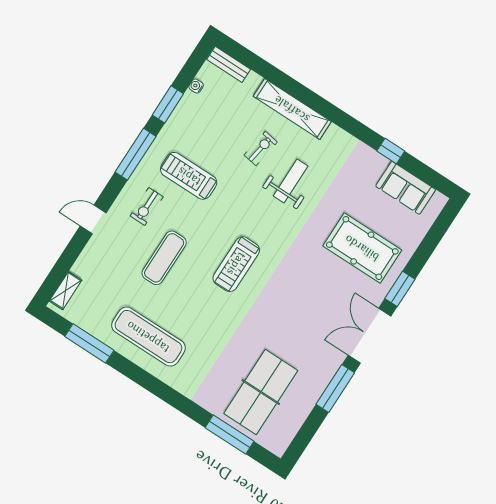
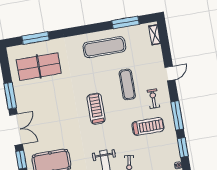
table tennis table: (261, 392) -> (39, 67), turned 90

